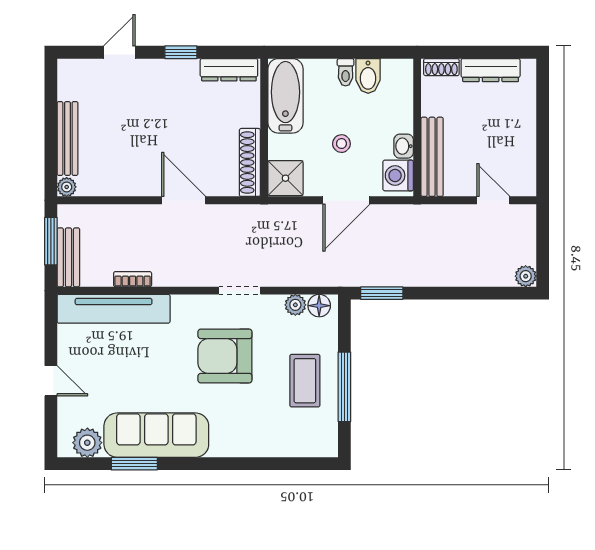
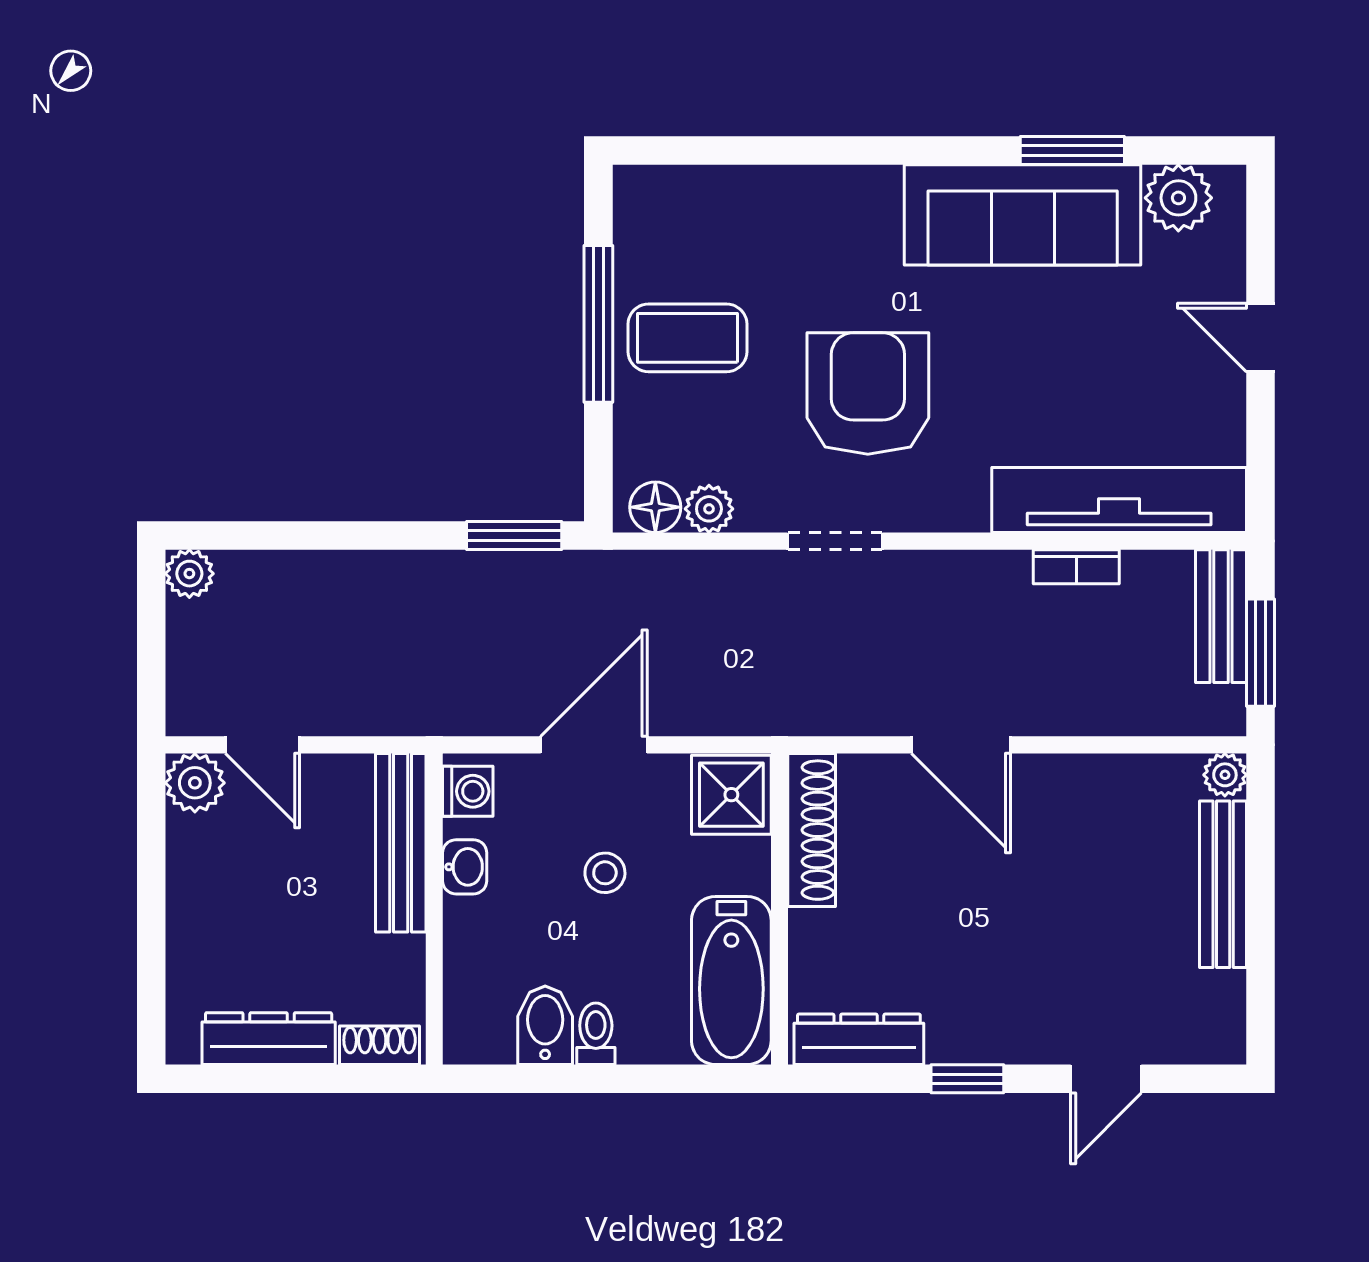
washing machine: (398, 175) -> (468, 791), width x0.73, depth x0.73
plant: (523, 183) -> (195, 783), added
armchair: (225, 356) -> (868, 393), turned -90
coffee table: (305, 381) -> (687, 338), turned 90

